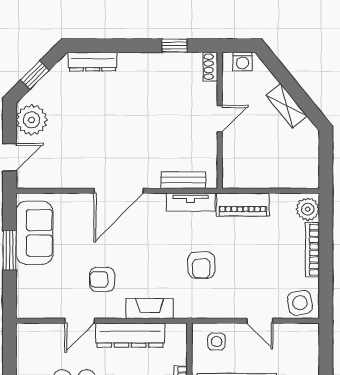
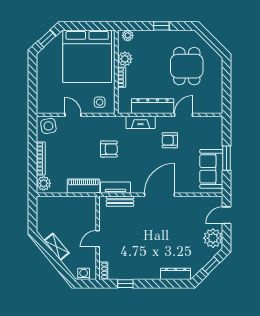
armchair: (201, 265) -> (109, 149), turned 90
armchair: (102, 279) -> (170, 140), turned 180

